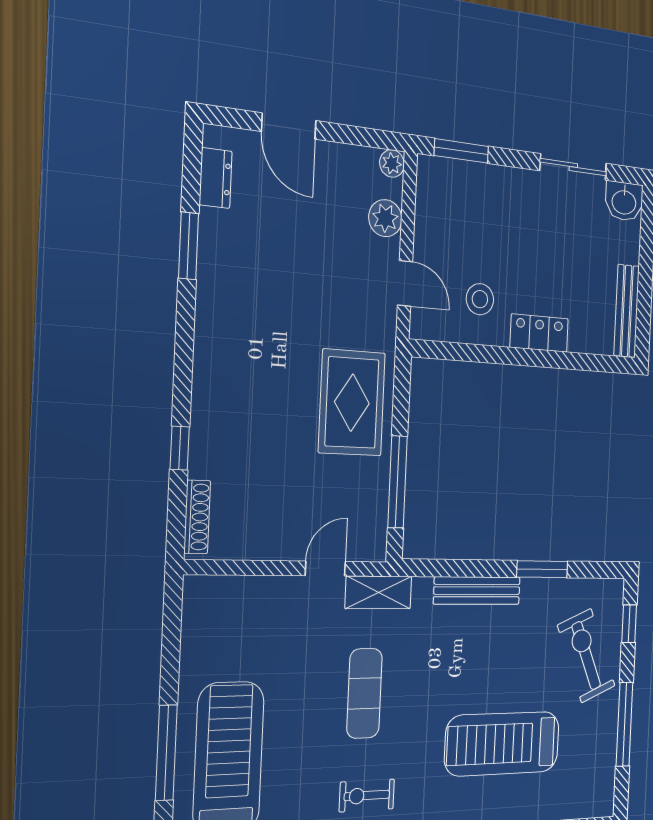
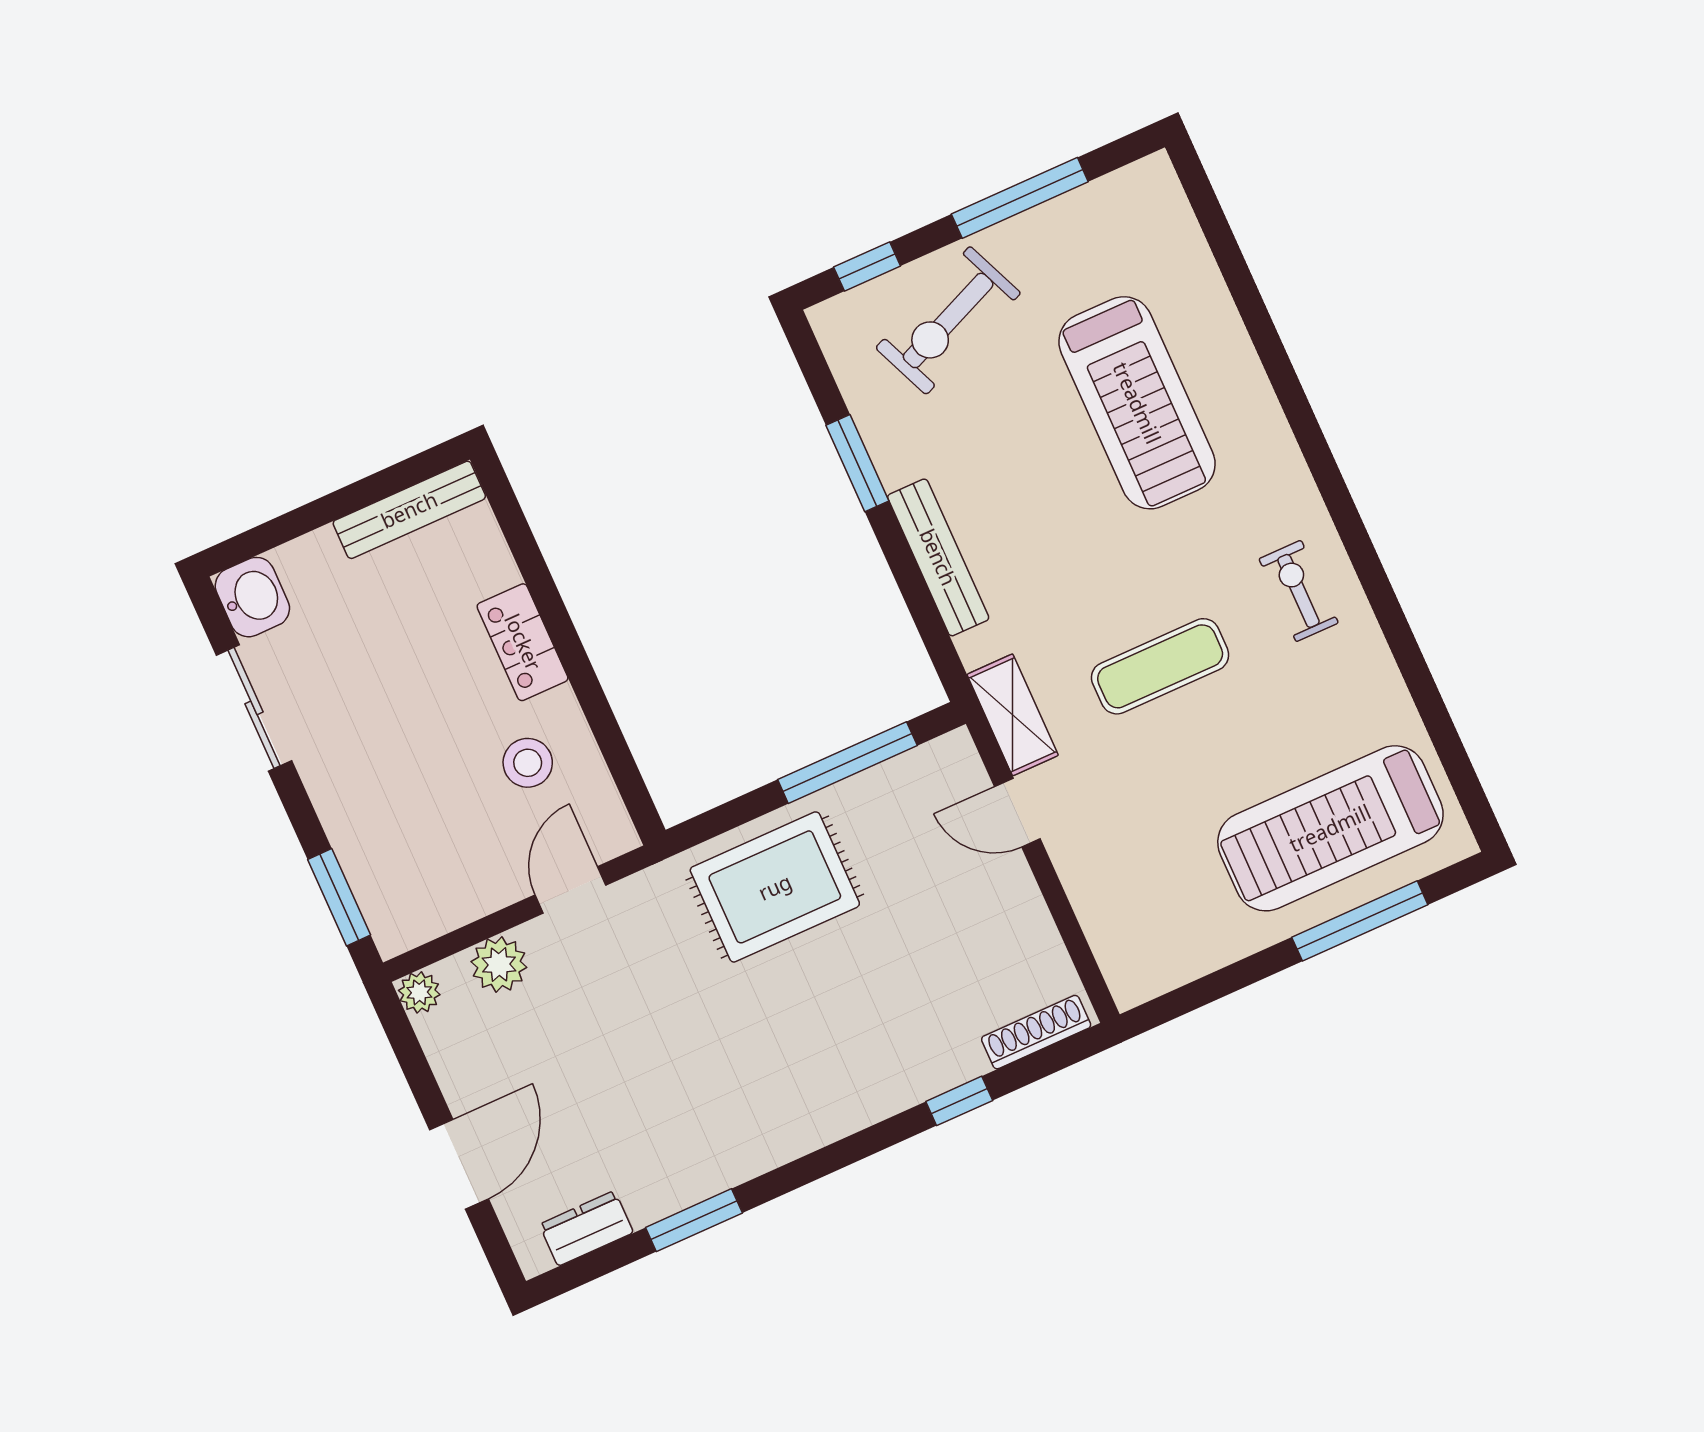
exercise bike: (367, 796) -> (1299, 591), turned 180

